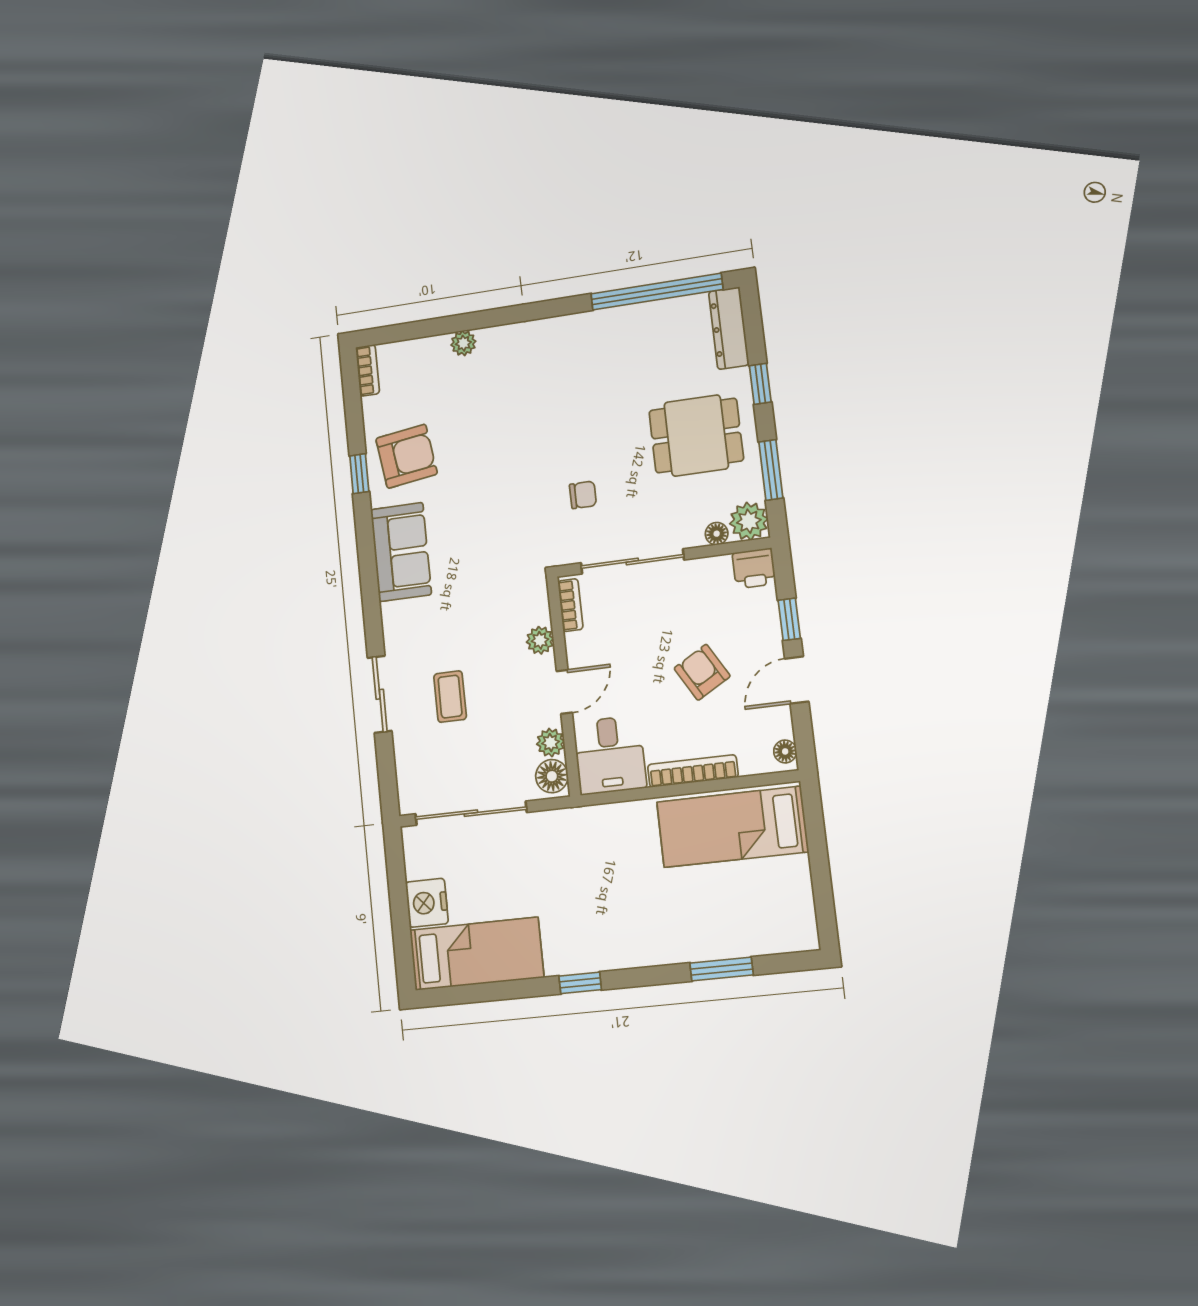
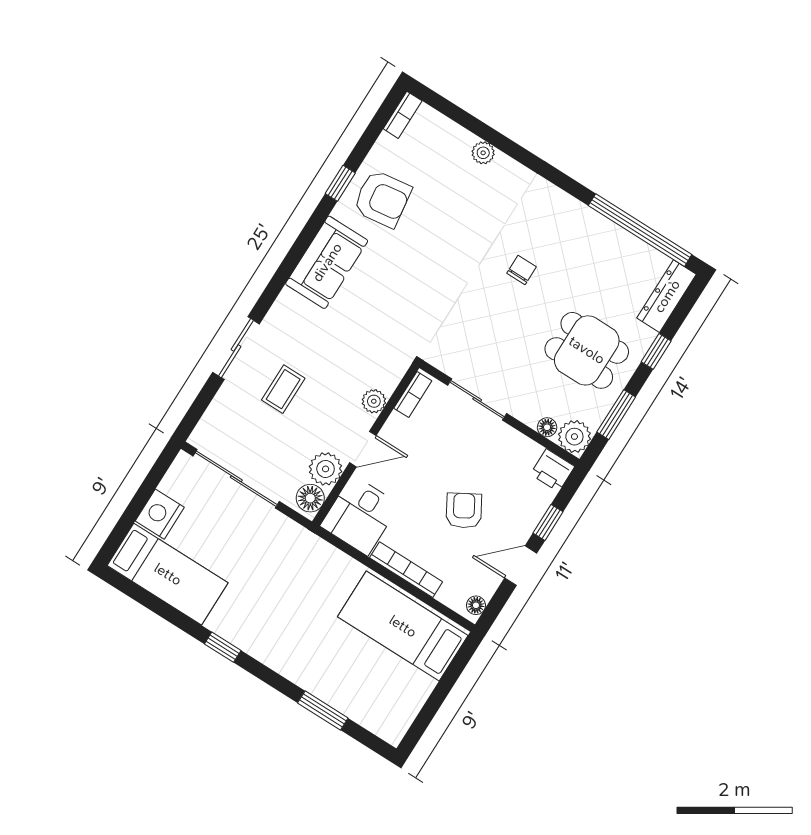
chair: (583, 495) -> (522, 270), moved, turned -90
sliding door: (632, 561) -> (477, 399), width x0.73
plant: (551, 743) -> (326, 469), width x1.38, depth x1.38

